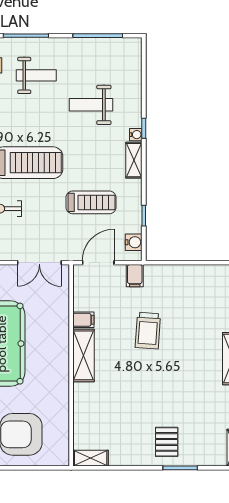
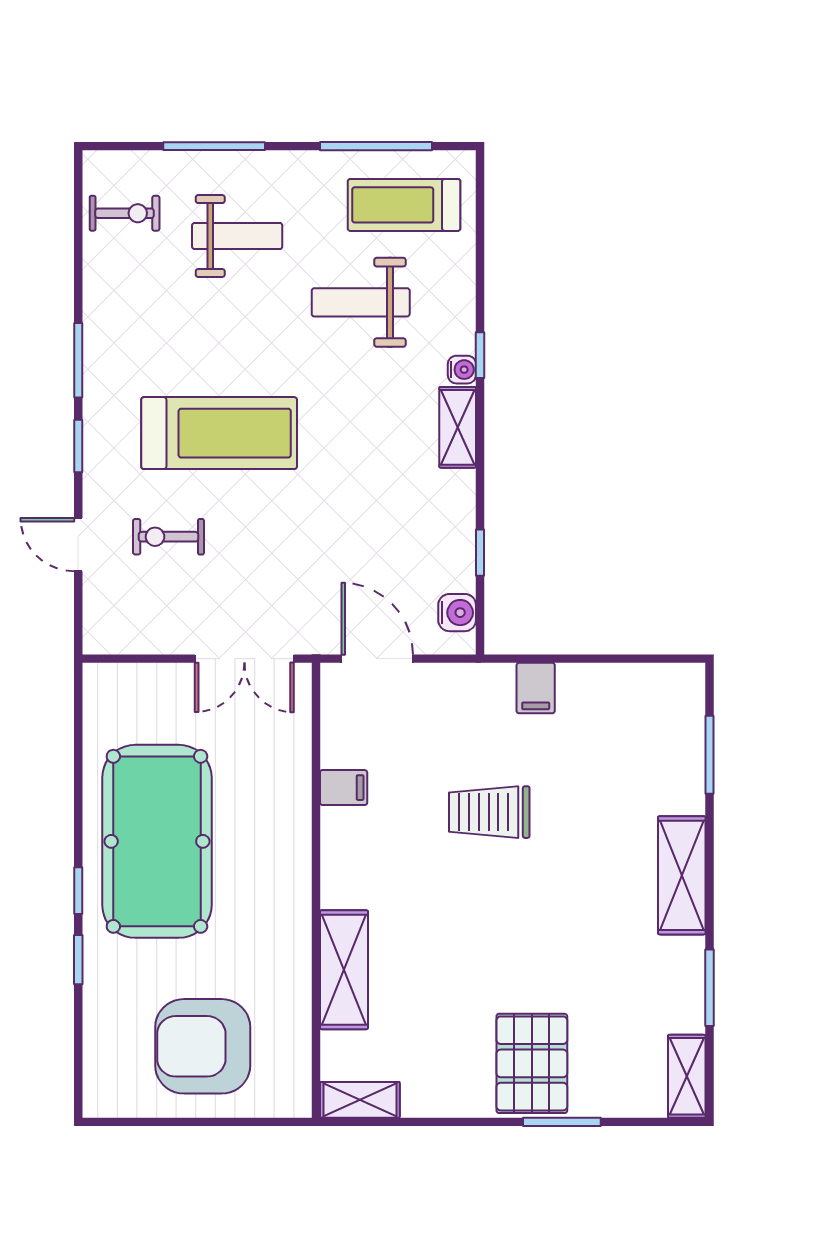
treadmill: (91, 202) -> (404, 205), moved, turned 180
door: (98, 263) -> (377, 659), hinge flipped
filing cabinet: (135, 276) -> (536, 688), moved
trolley: (148, 331) -> (489, 812), turned 86
shelving: (83, 355) -> (344, 970), moved
pallet: (167, 442) -> (532, 1063), width x1.50, depth x1.42

